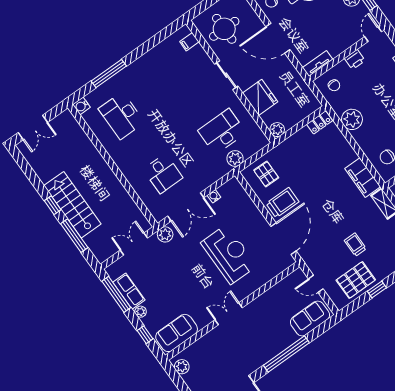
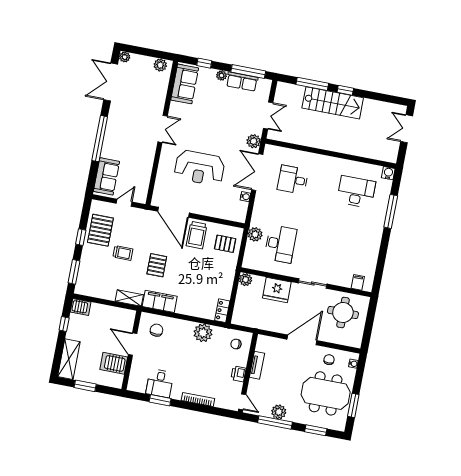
tv unit: (318, 63) -> (257, 365), moved
pallet: (337, 209) -> (157, 265), added

